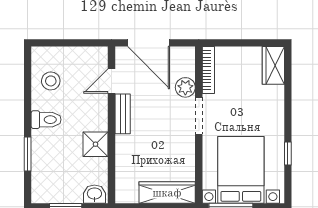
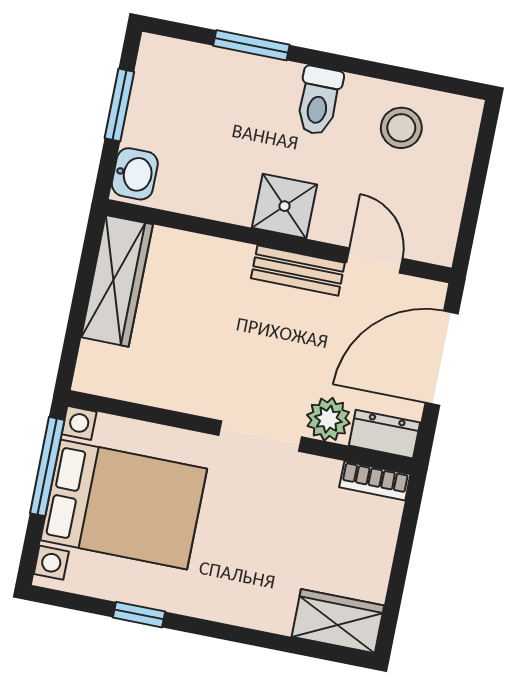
dresser: (187, 61) -> (384, 434), added
bookcase: (208, 70) -> (375, 481), width x0.64
shower: (95, 144) -> (284, 206), moved
wardrobe: (167, 193) -> (117, 281), moved

